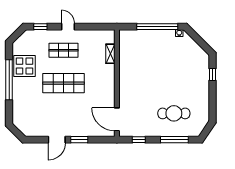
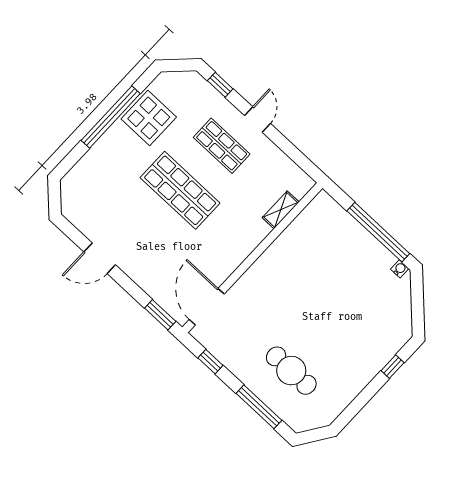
window: (79, 140) -> (160, 315), moved

